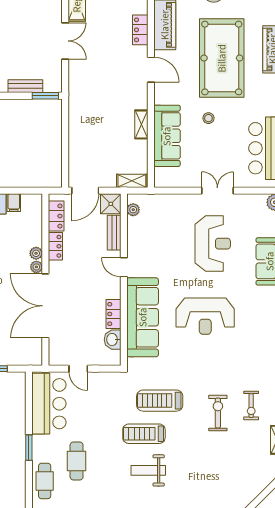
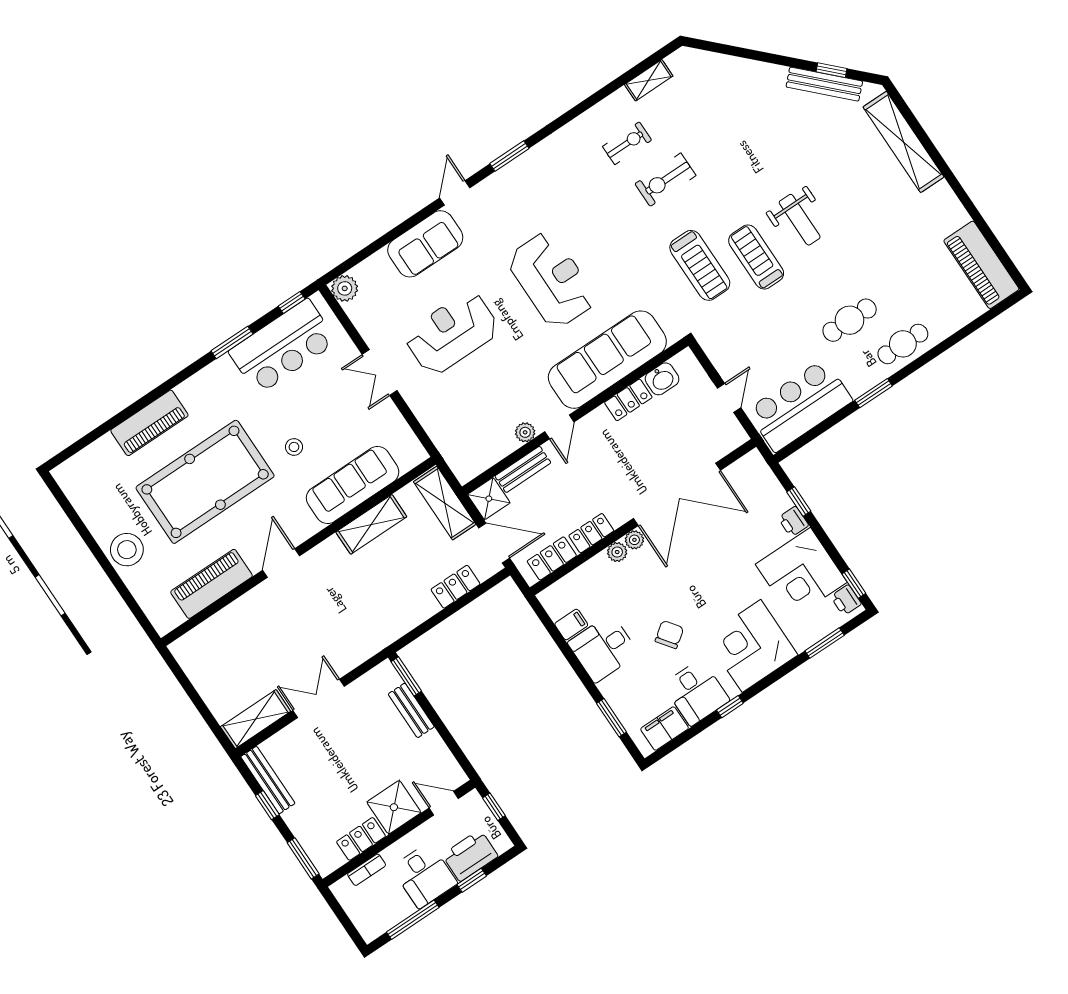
locker: (140, 30) -> (455, 587), moved, turned 180
shelving: (141, 124) -> (371, 524), width x1.50, depth x1.33
shelving: (132, 181) -> (445, 503), width x1.50, depth x1.33
plant: (133, 210) -> (525, 432), moved
treadmill: (144, 434) -> (756, 257), turned 180

